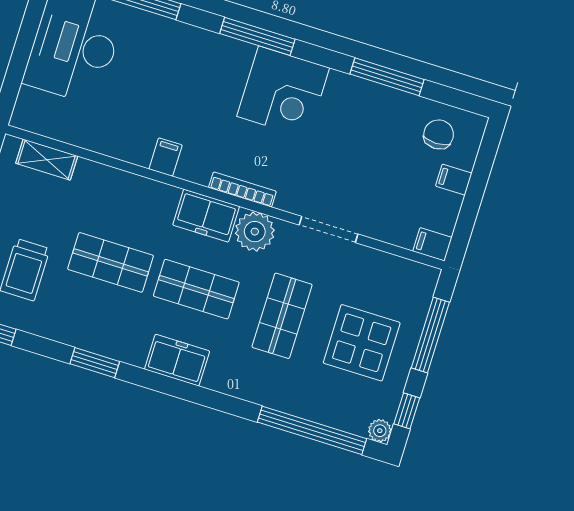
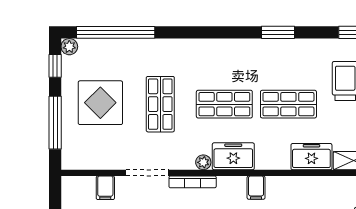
filing cabinet: (166, 157) -> (256, 188), moved
bookcase: (242, 189) -> (193, 182), moved
plant: (255, 232) -> (203, 162), width x0.53, depth x0.53
filing cabinet: (432, 244) -> (105, 188), moved, turned 90
freezer: (177, 360) -> (311, 157), moved, turned 180

